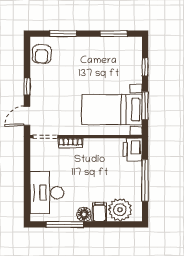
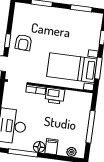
armchair: (42, 54) -> (23, 43), moved
printer: (133, 149) -> (55, 96), moved, turned -90
plant: (120, 210) -> (71, 152), width x0.53, depth x0.53

